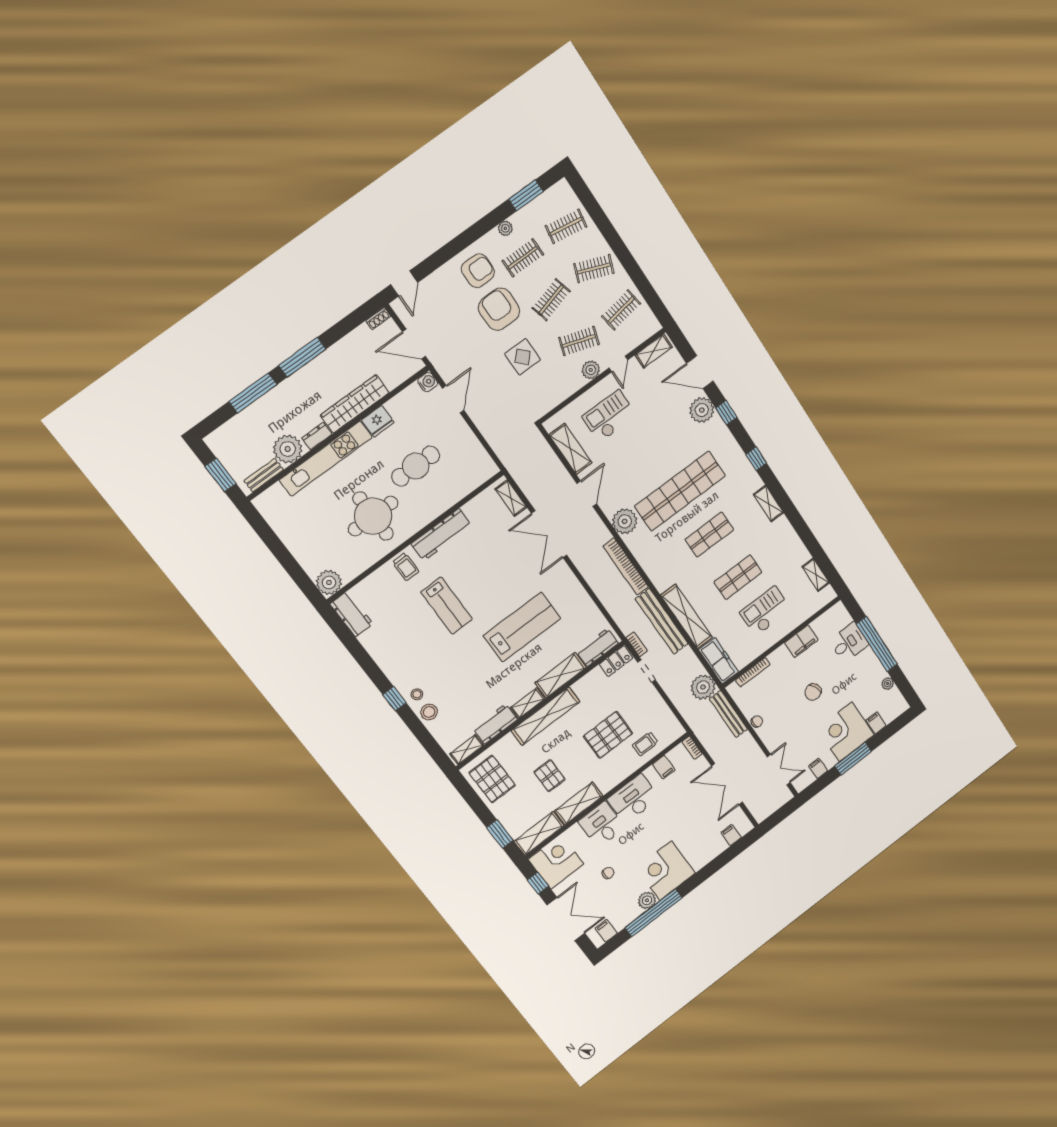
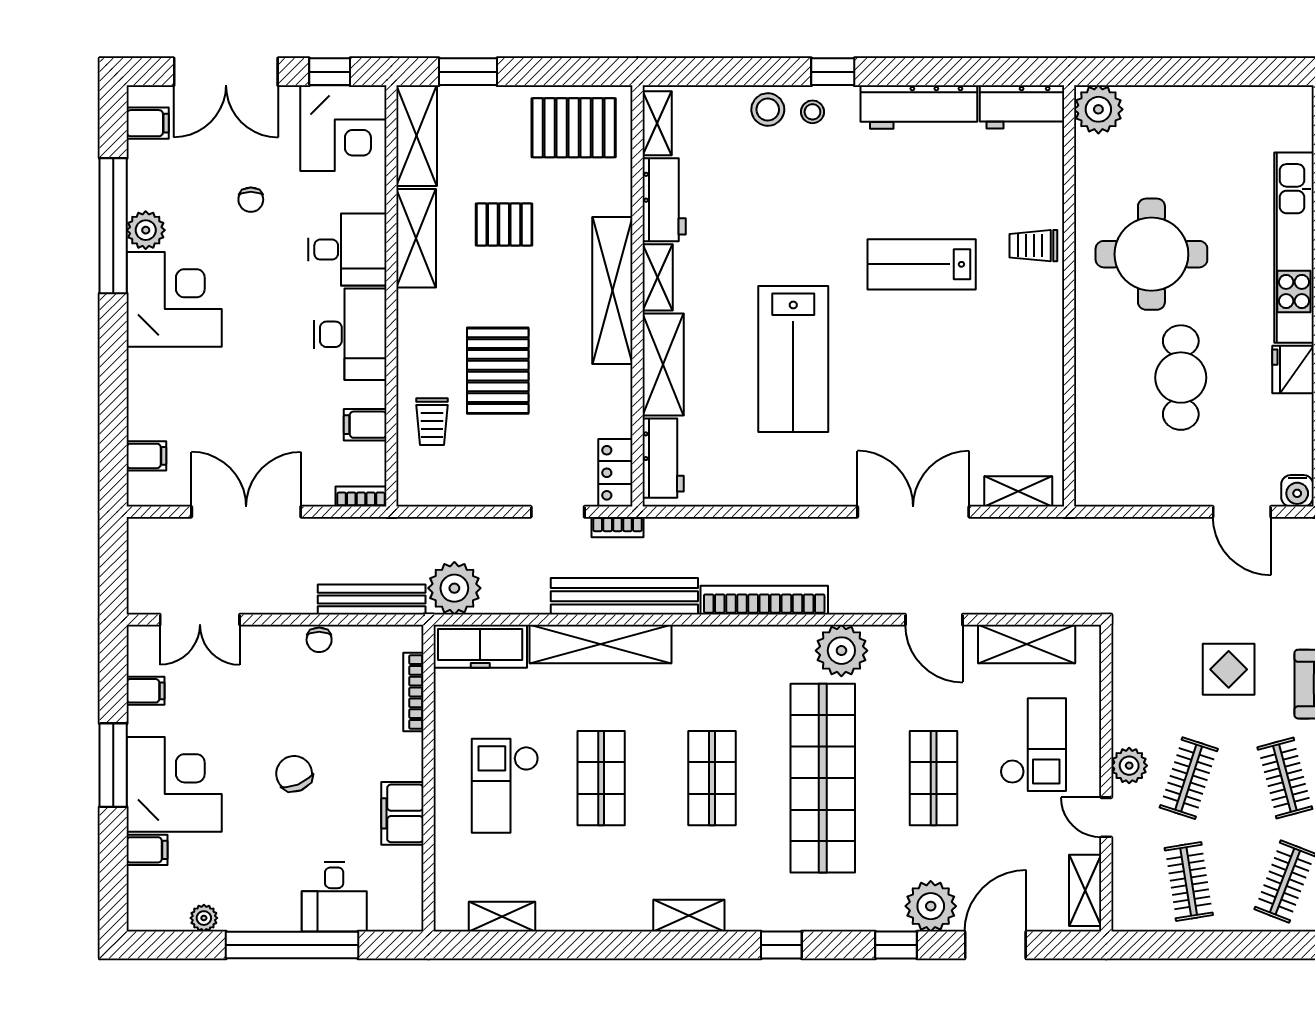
shop shelf: (650, 447) -> (934, 778), added
workbench: (441, 535) -> (919, 107), moved, turned -90
checkout: (765, 611) -> (505, 786), turned 180
trolley: (645, 744) -> (432, 422), turned 180

